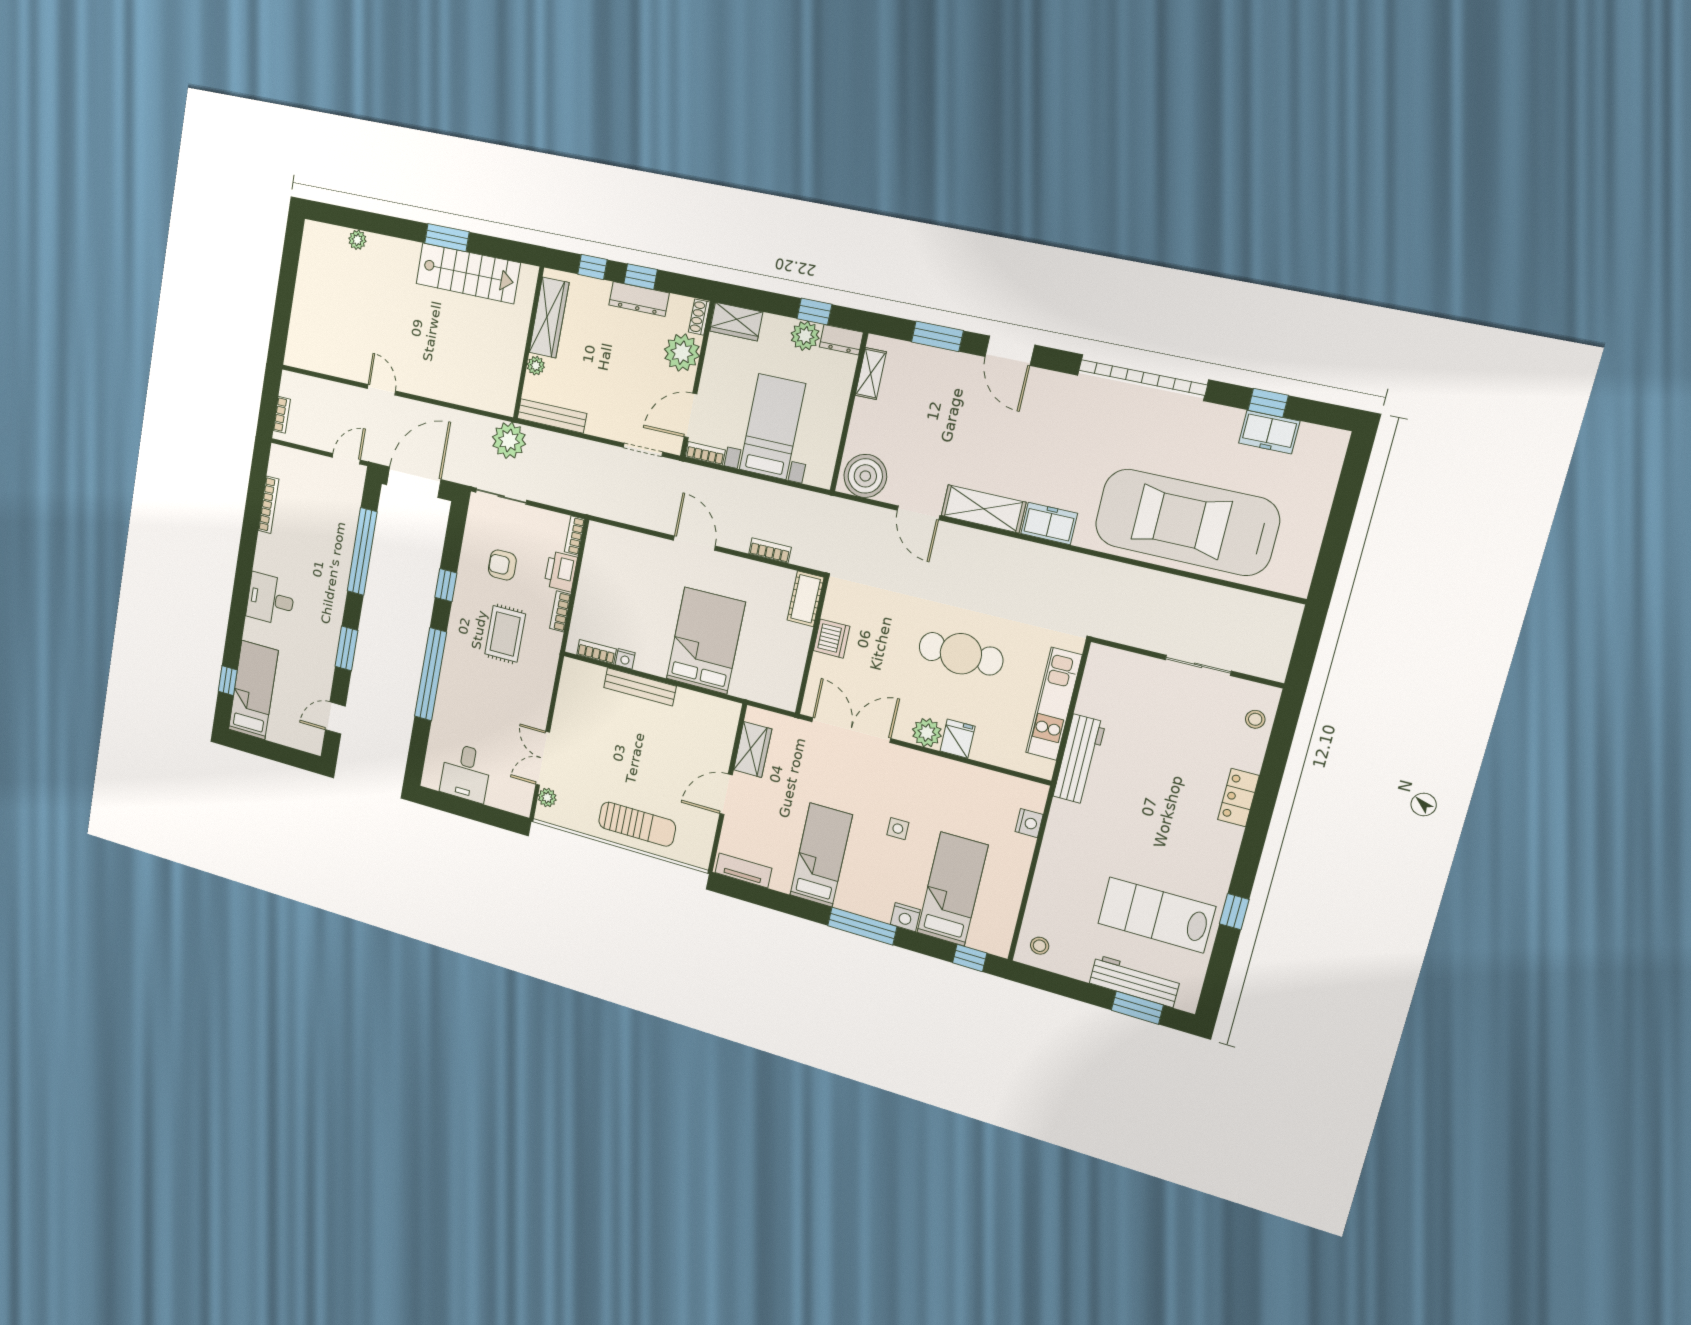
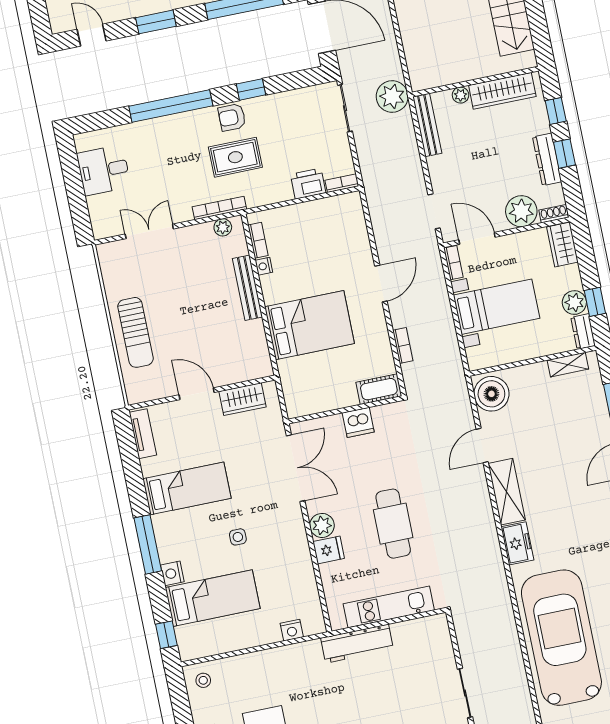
armchair: (502, 565) -> (232, 117), moved, turned -90
bookcase: (560, 611) -> (219, 208), moved, width x1.56
plant: (547, 797) -> (223, 227), moved

